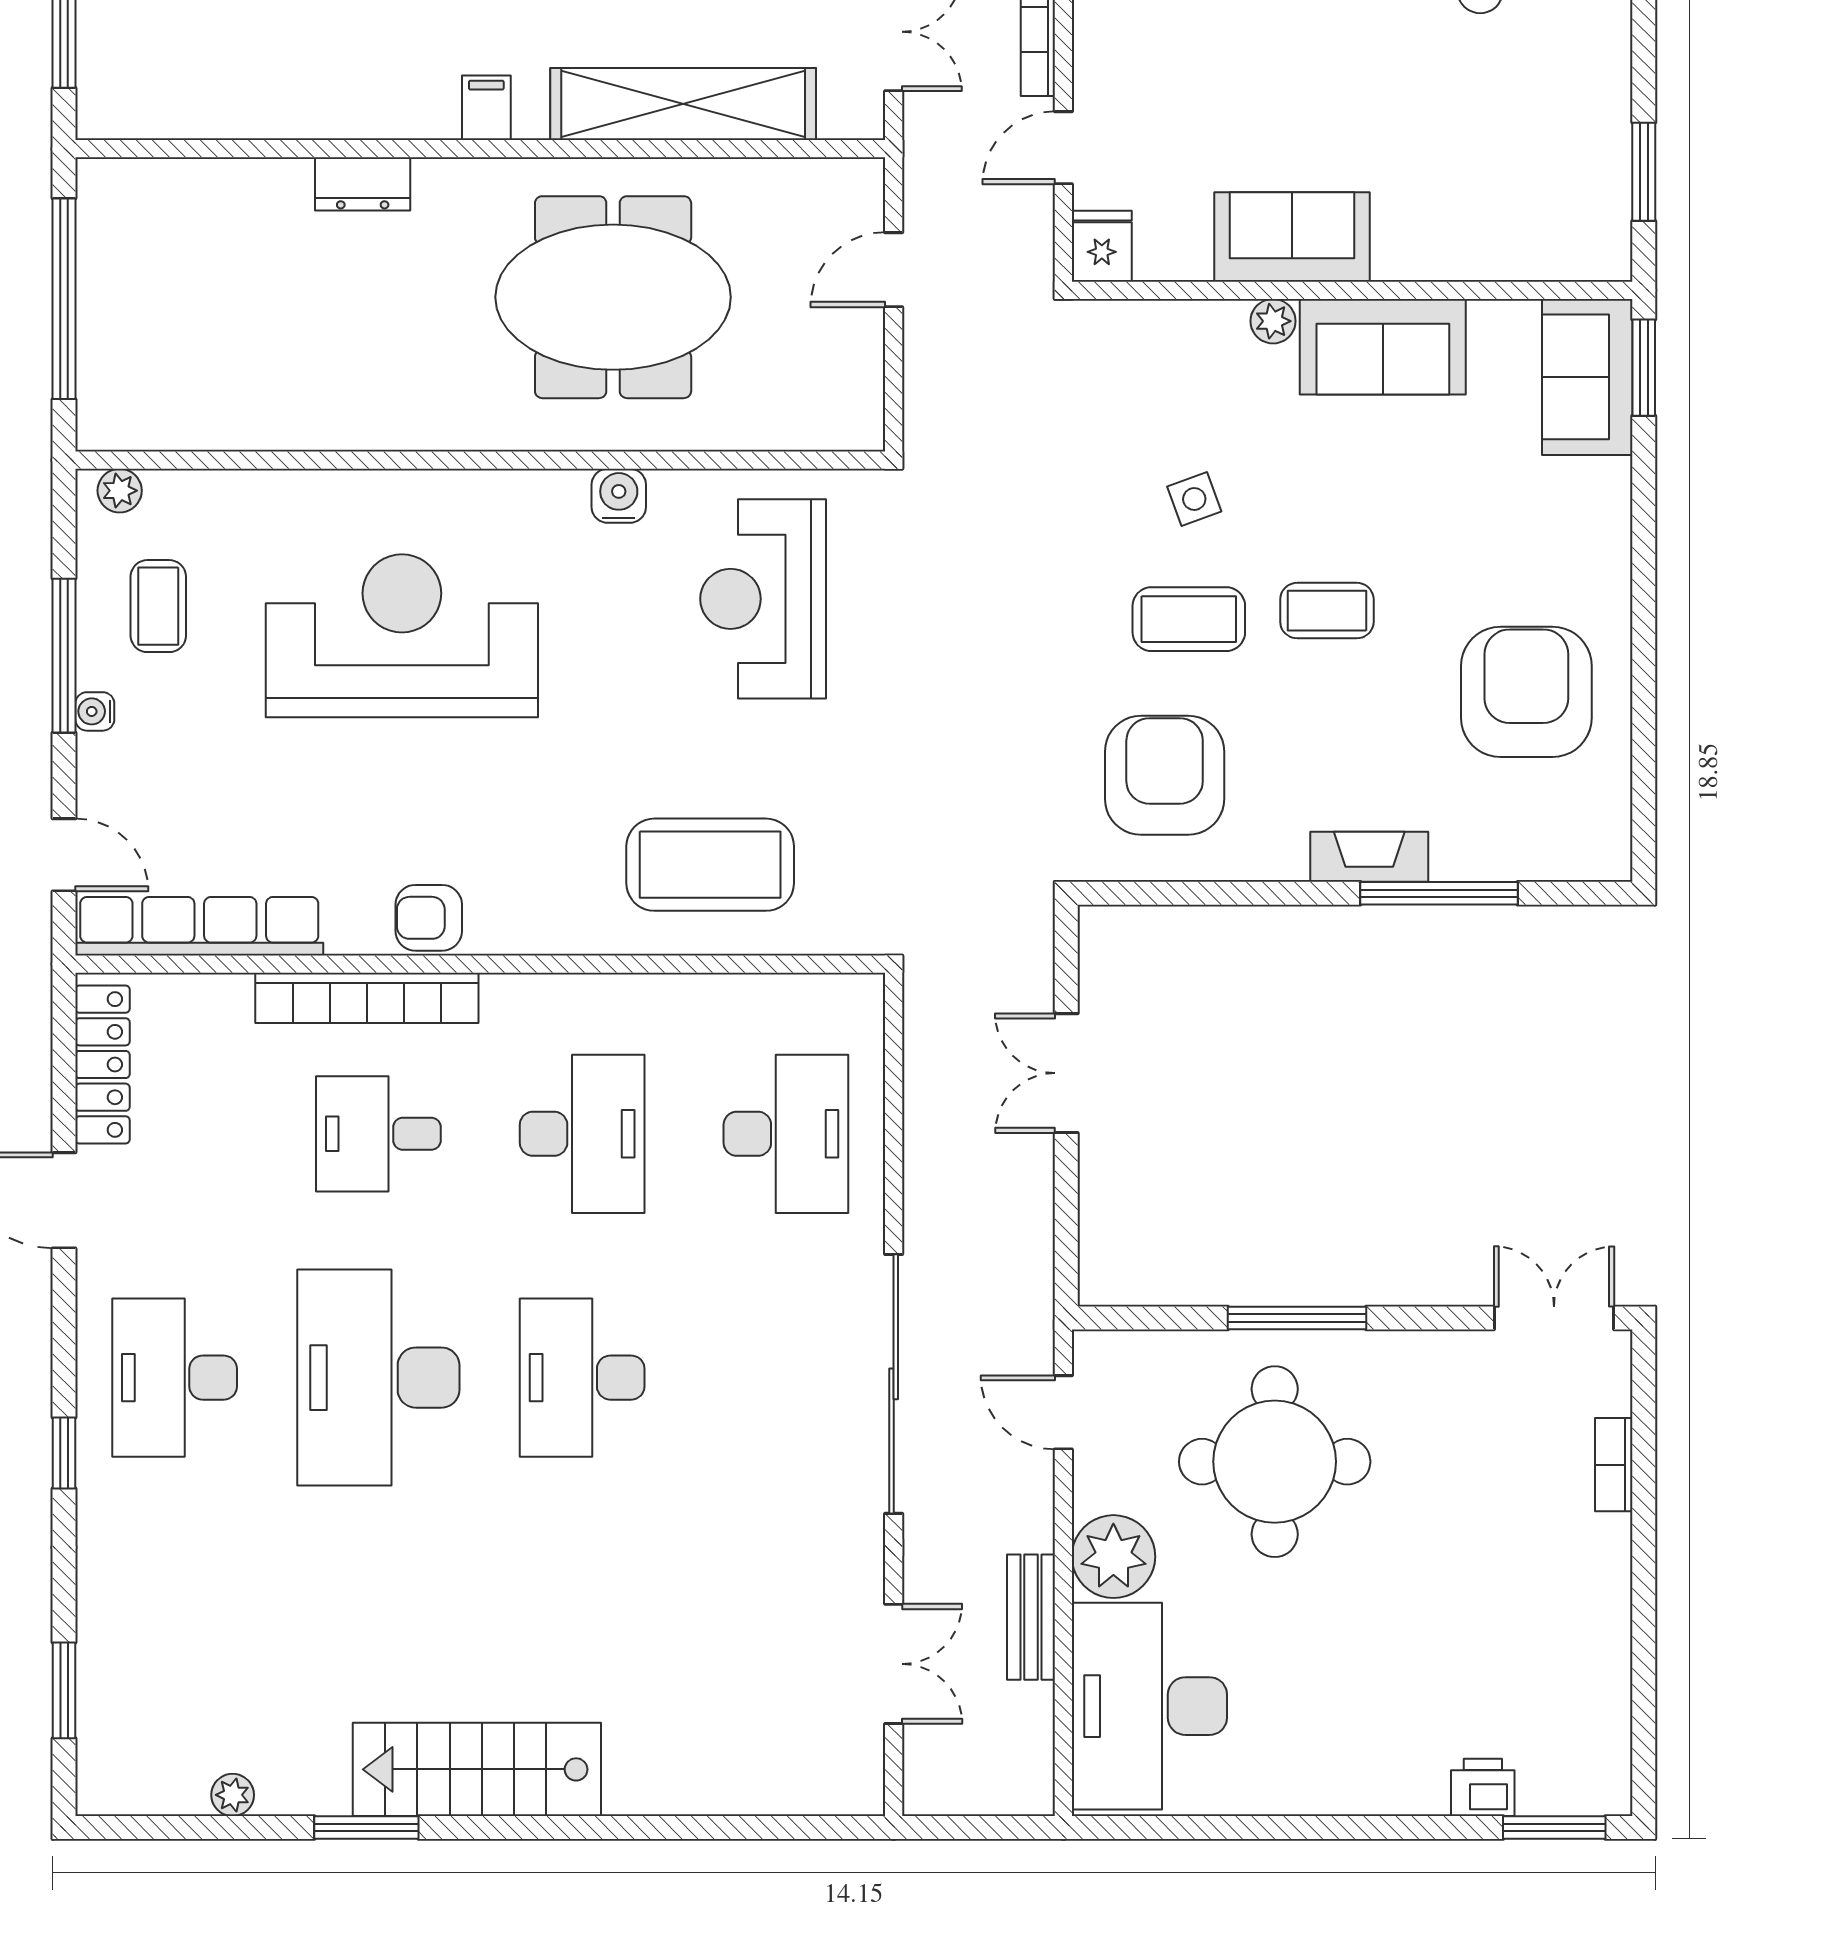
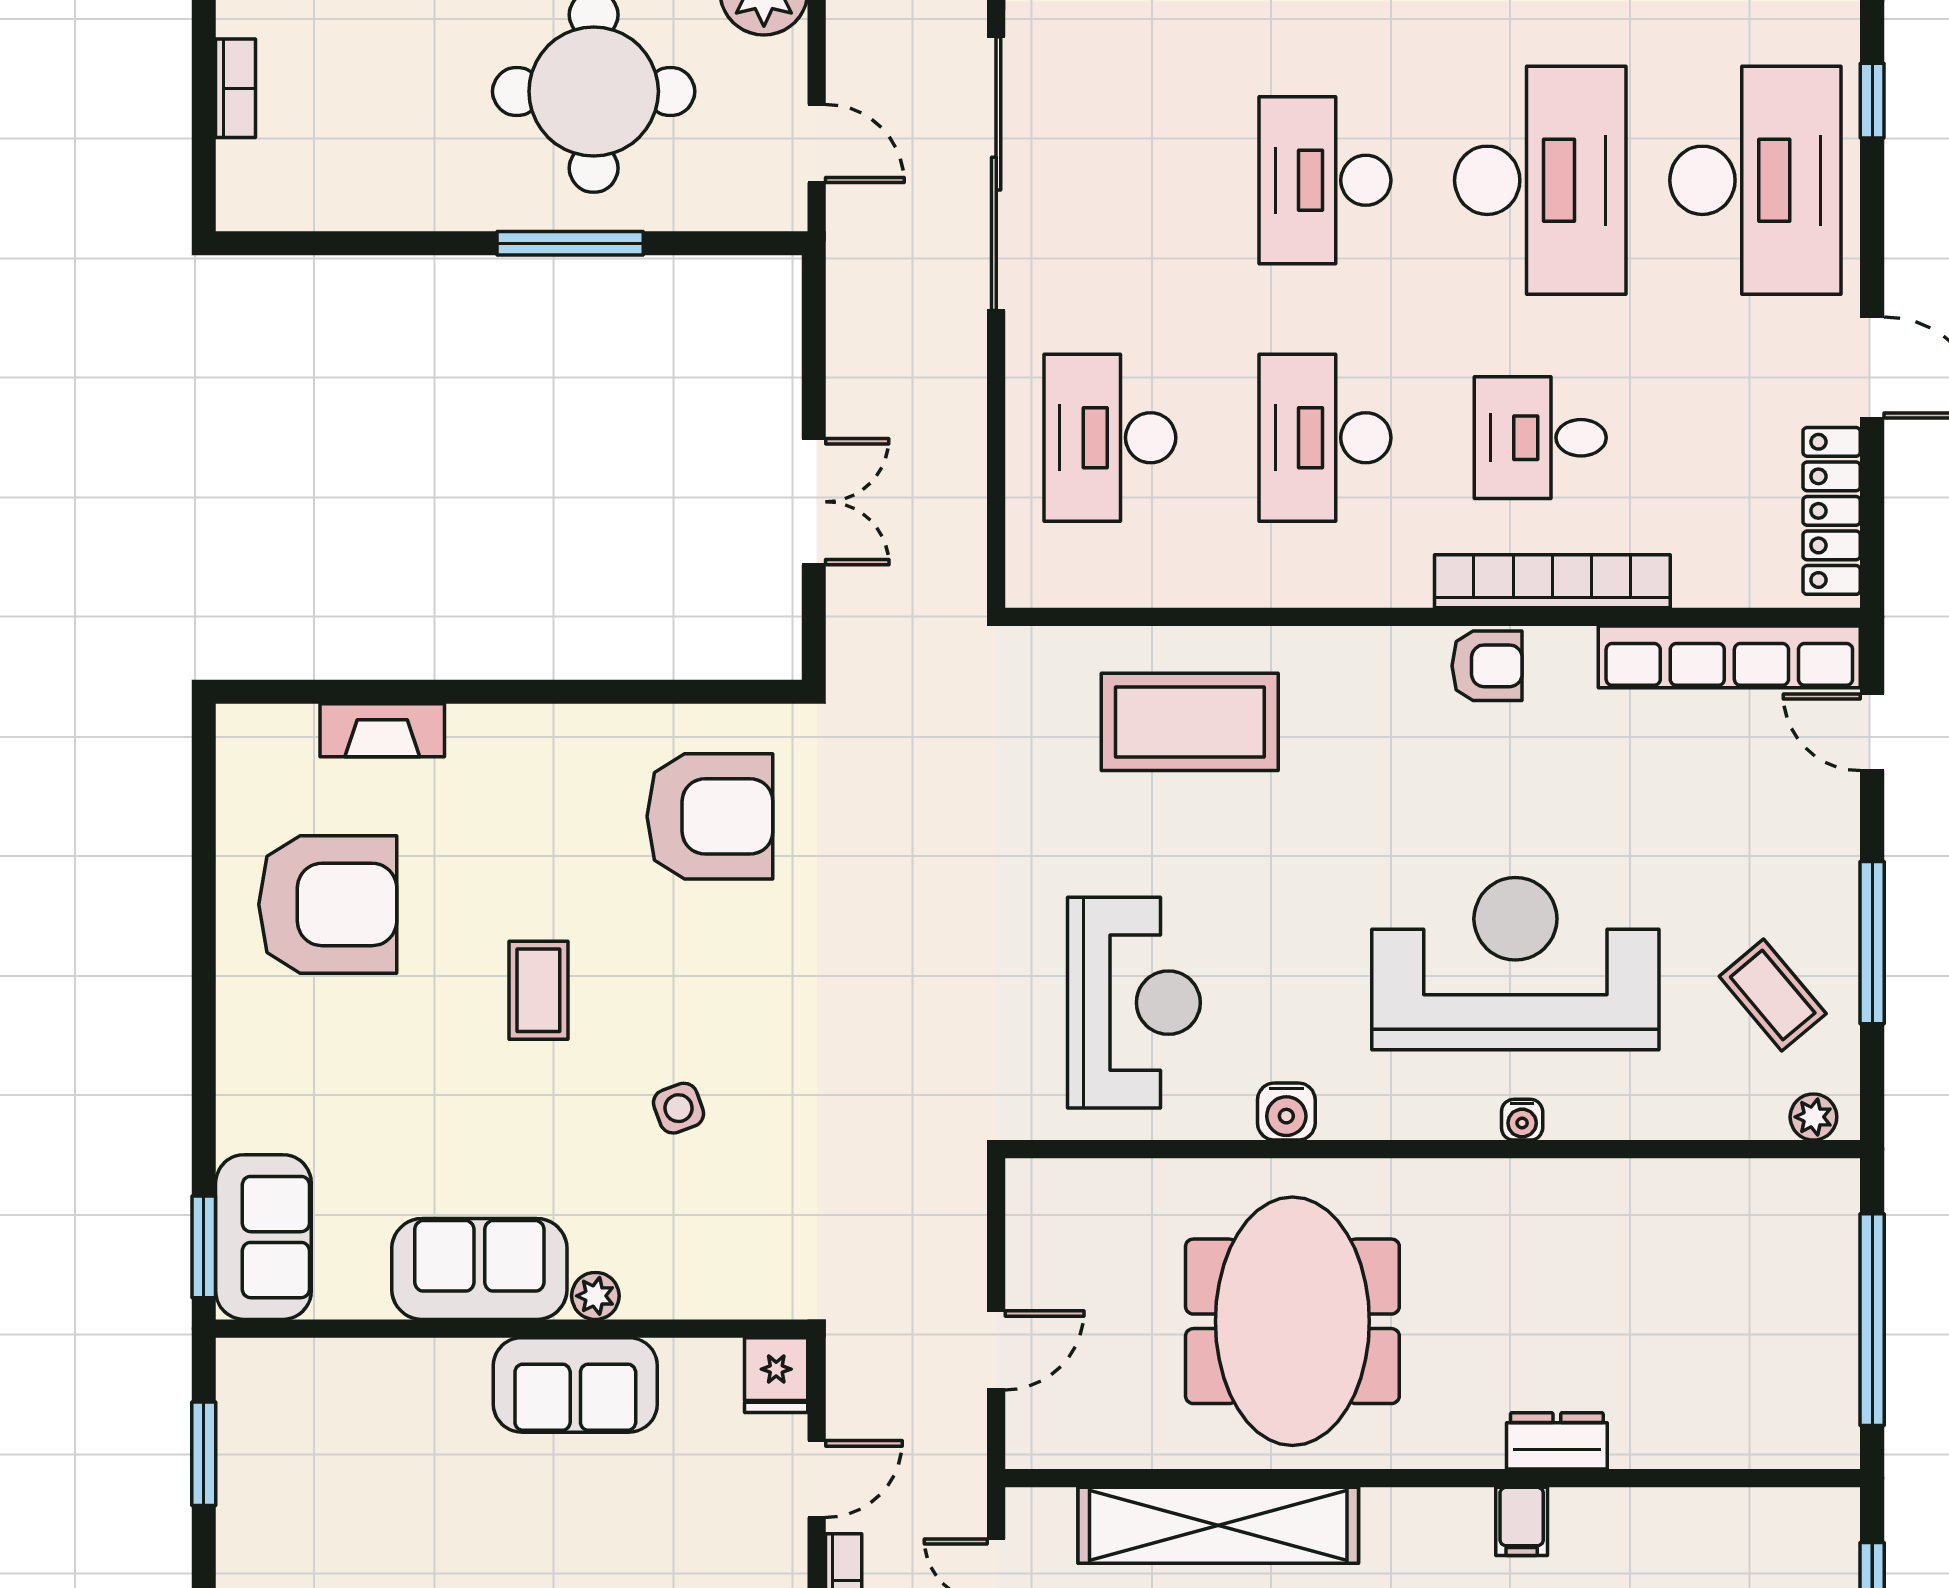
filing cabinet: (486, 108) -> (1522, 1521), moved
meeting table: (613, 297) -> (1292, 1321), turned 90
coffee table: (158, 606) -> (1773, 995), turned -40
coffee table: (1327, 611) -> (538, 990), turned 90
coffee table: (1189, 619) -> (684, 981), removed
reception desk: (402, 636) -> (1515, 964), turned 180
armchair: (1526, 692) -> (328, 904), turned -90
water cooler: (95, 711) -> (1522, 1120), moved, turned 90
armchair: (1165, 775) -> (710, 816), turned -90
fireplace: (1369, 857) -> (382, 730), moved
window: (1439, 893) -> (420, 692), removed
desk: (378, 1134) -> (1540, 438), turned 180
double door: (1554, 1318) -> (299, 243), removed
desk: (175, 1378) -> (1755, 180), width x1.36, depth x1.30
desk: (582, 1378) -> (1325, 180), turned 180

